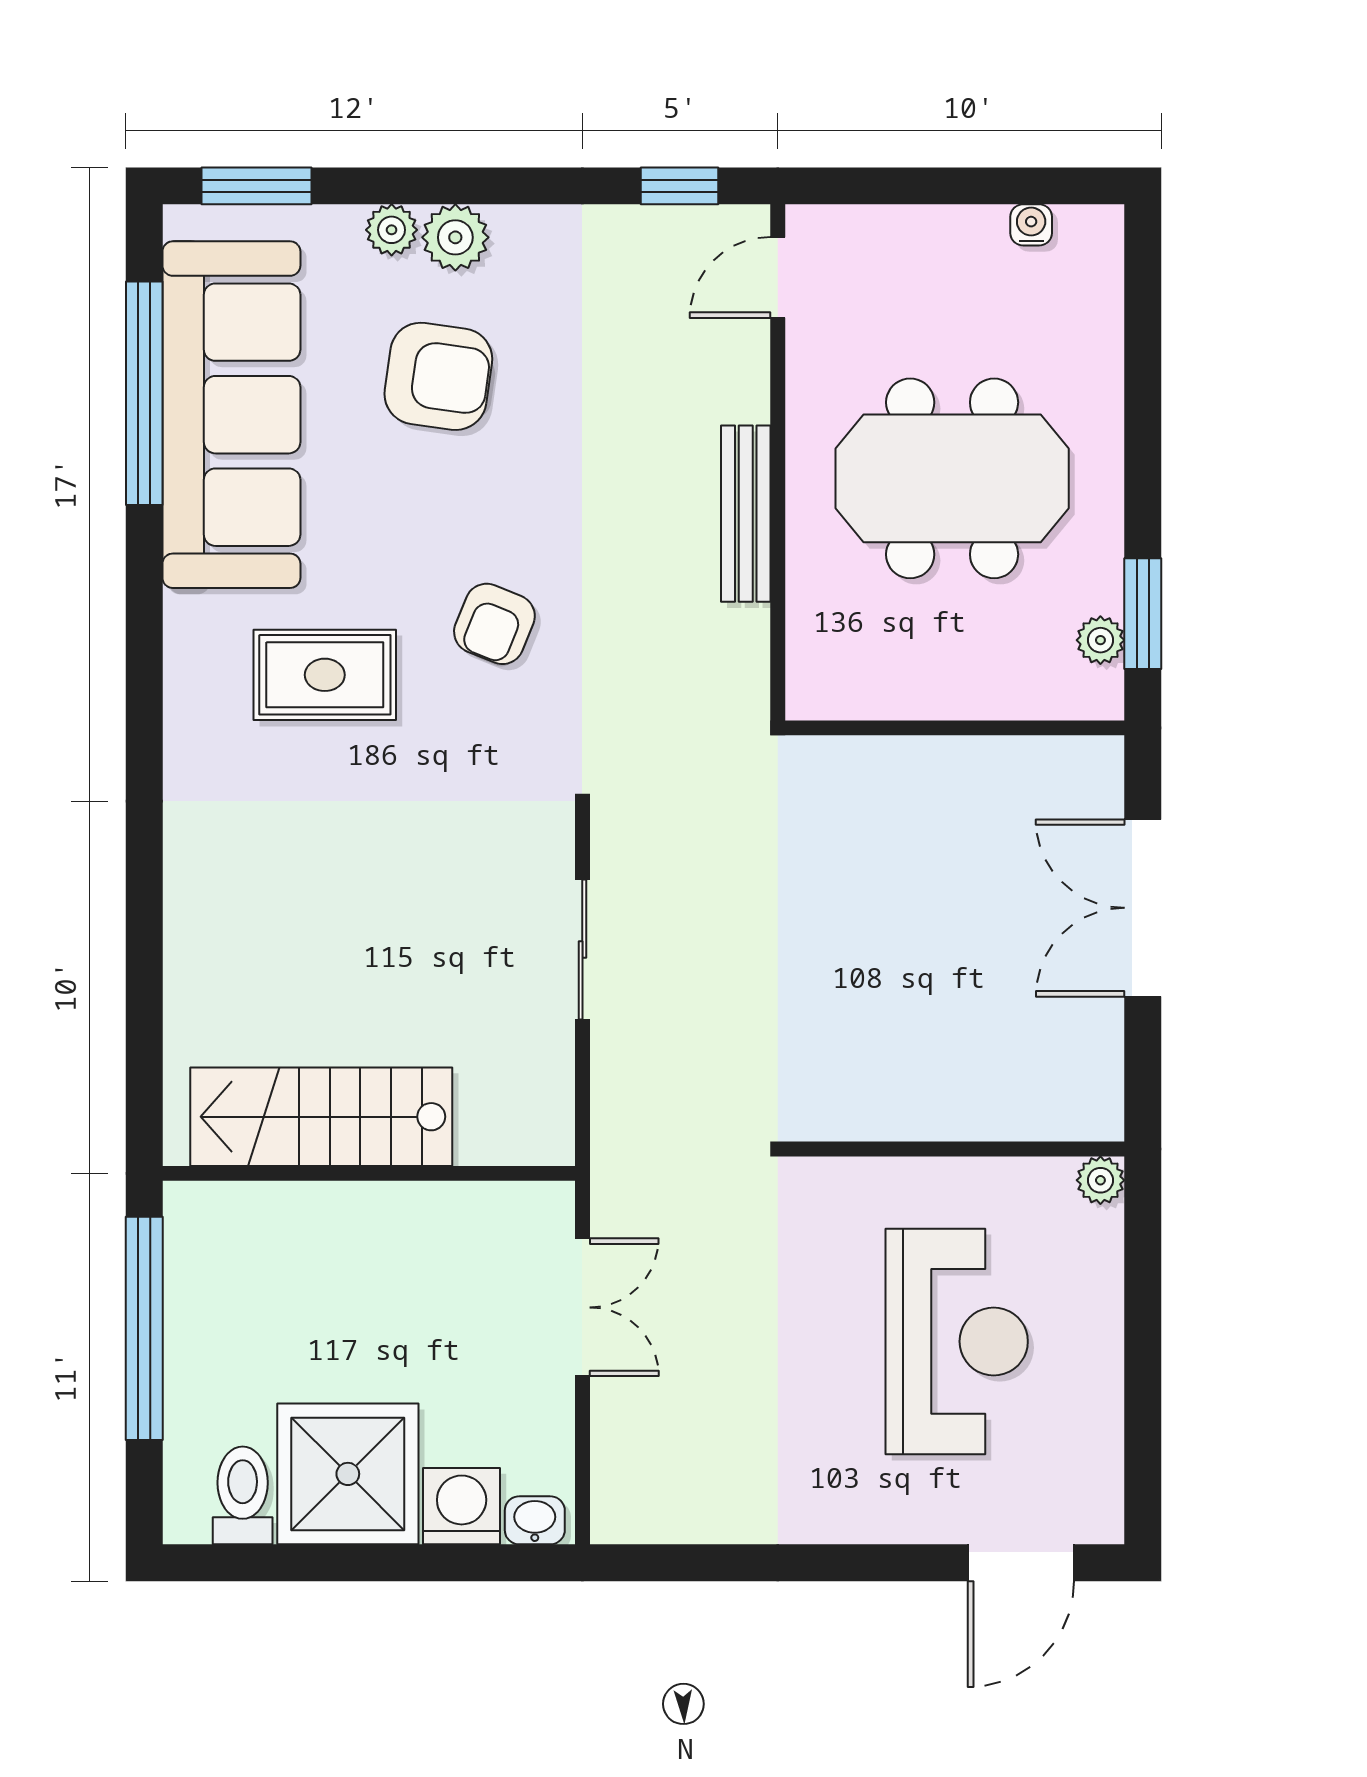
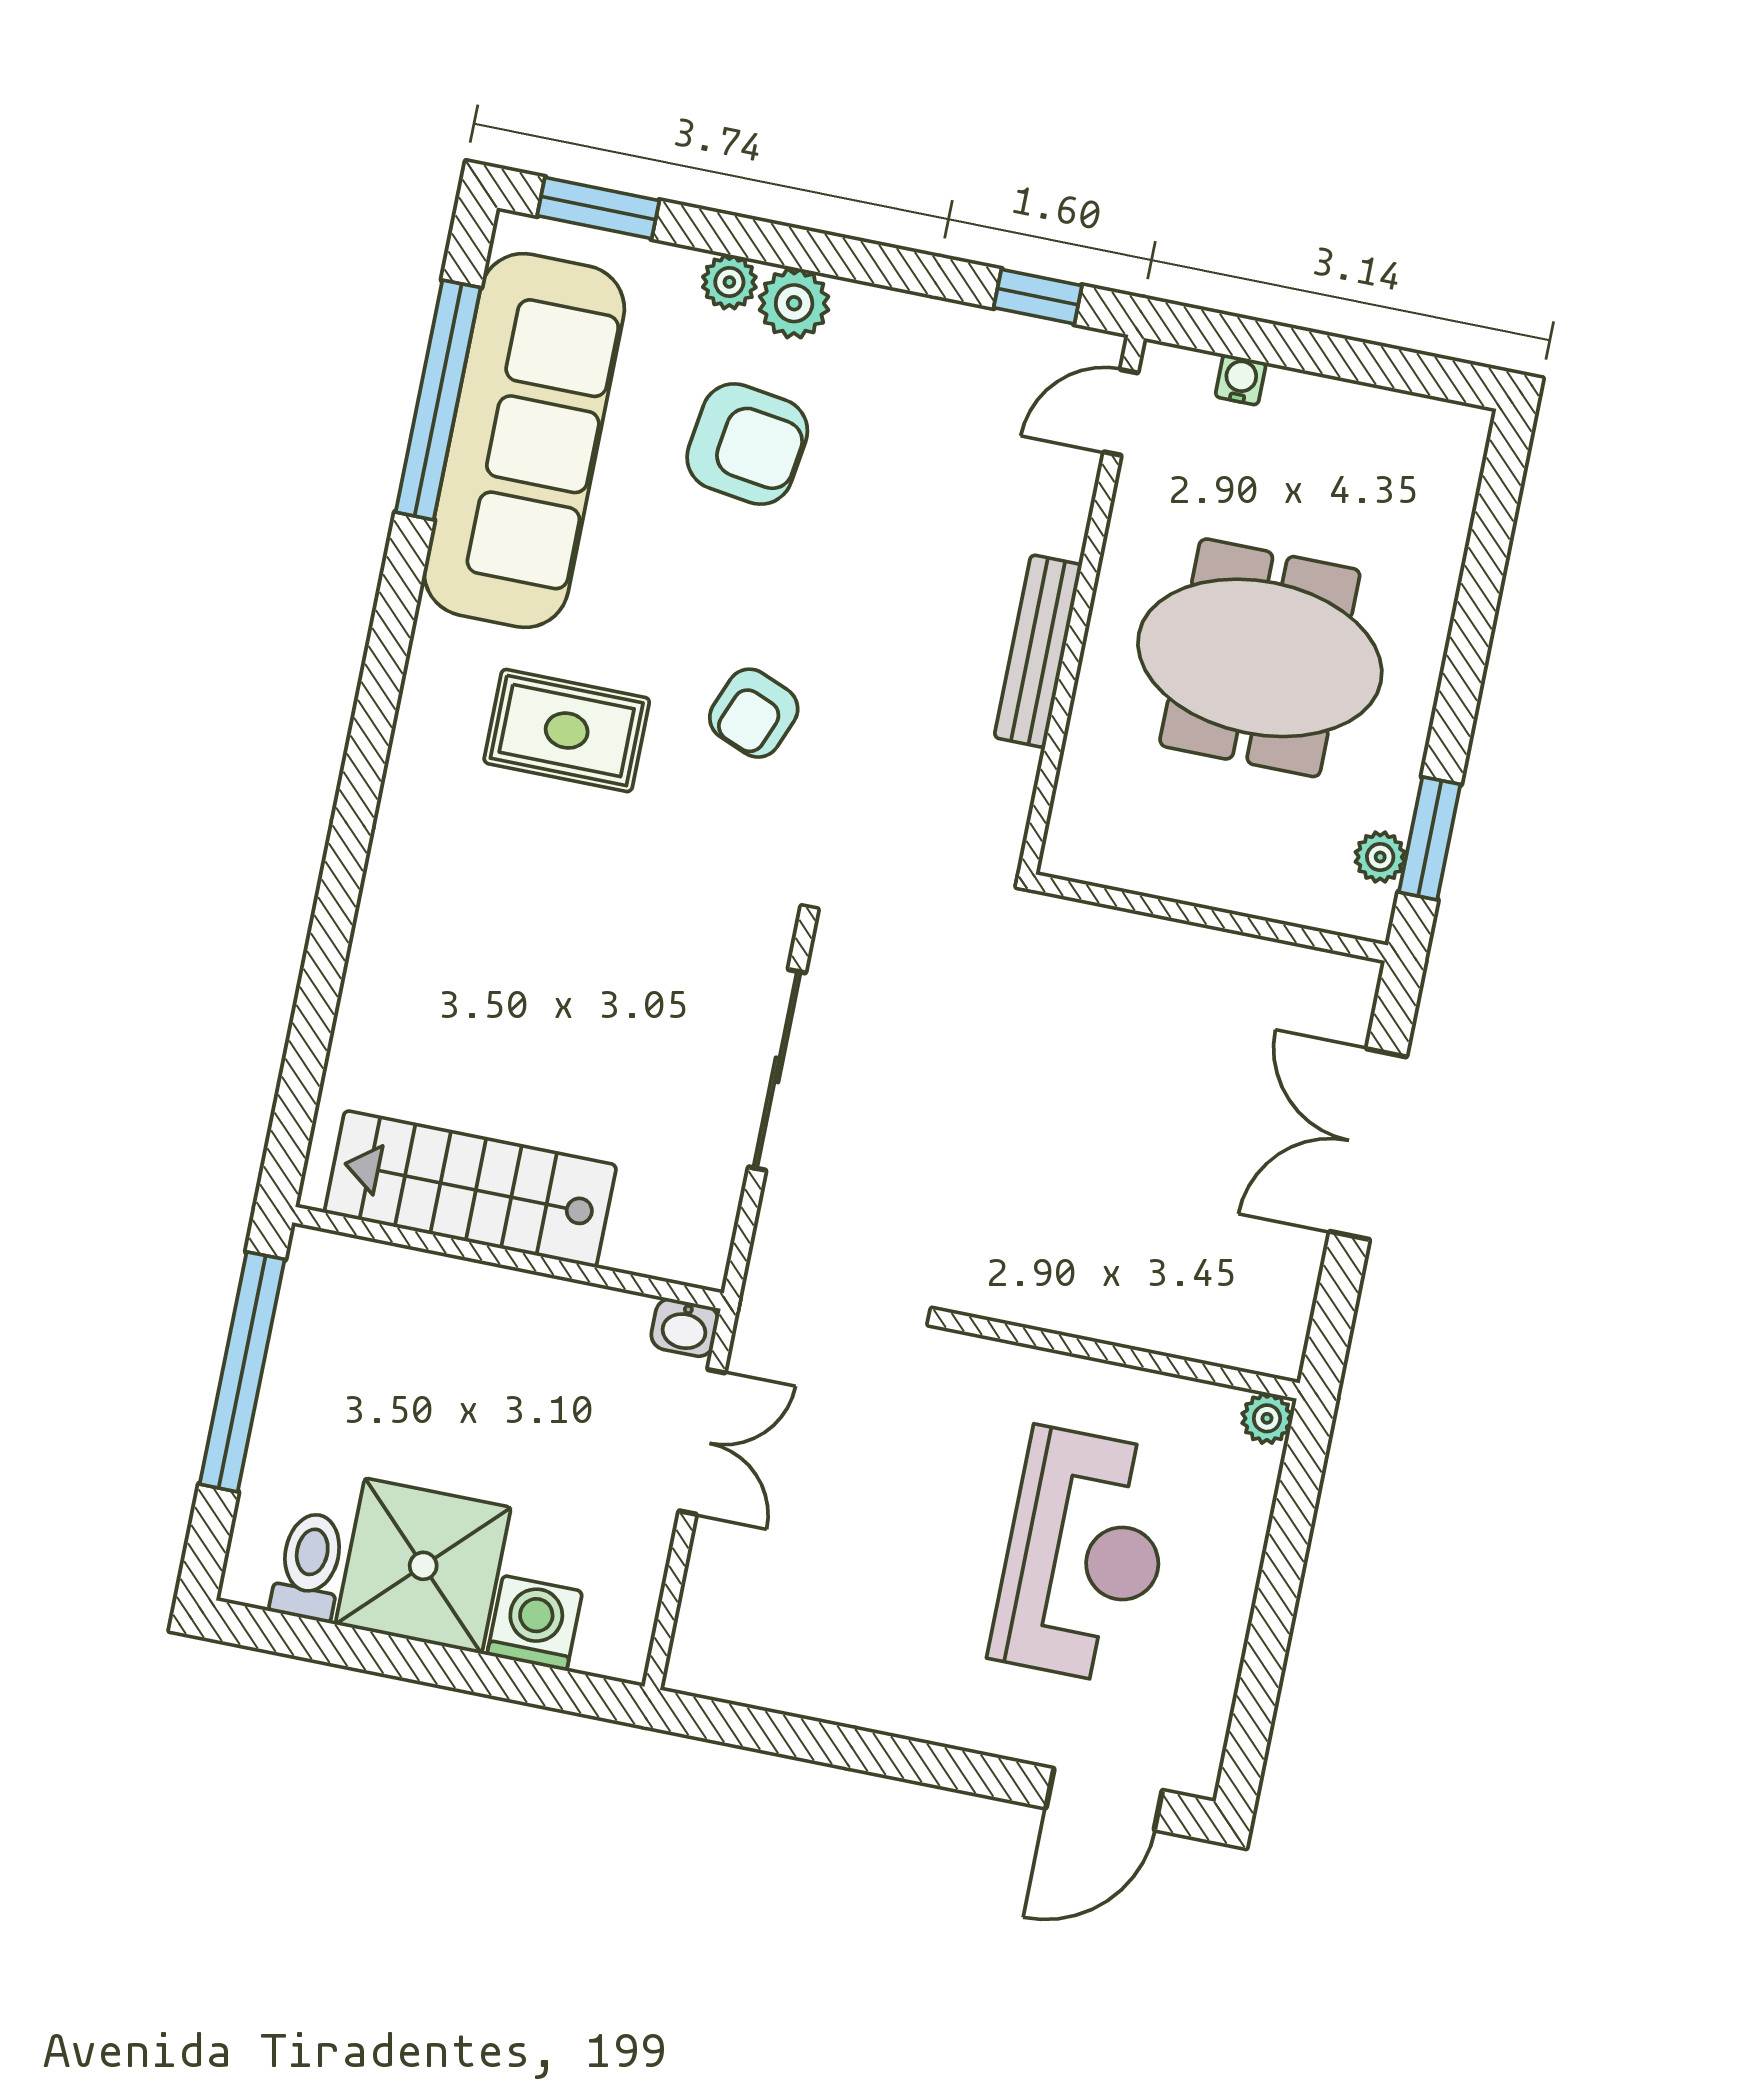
water cooler: (1031, 225) -> (1241, 380), moved
sliding door: (582, 950) -> (777, 1070), width x1.37
washbasin: (535, 1520) -> (685, 1328), moved, turned 180

